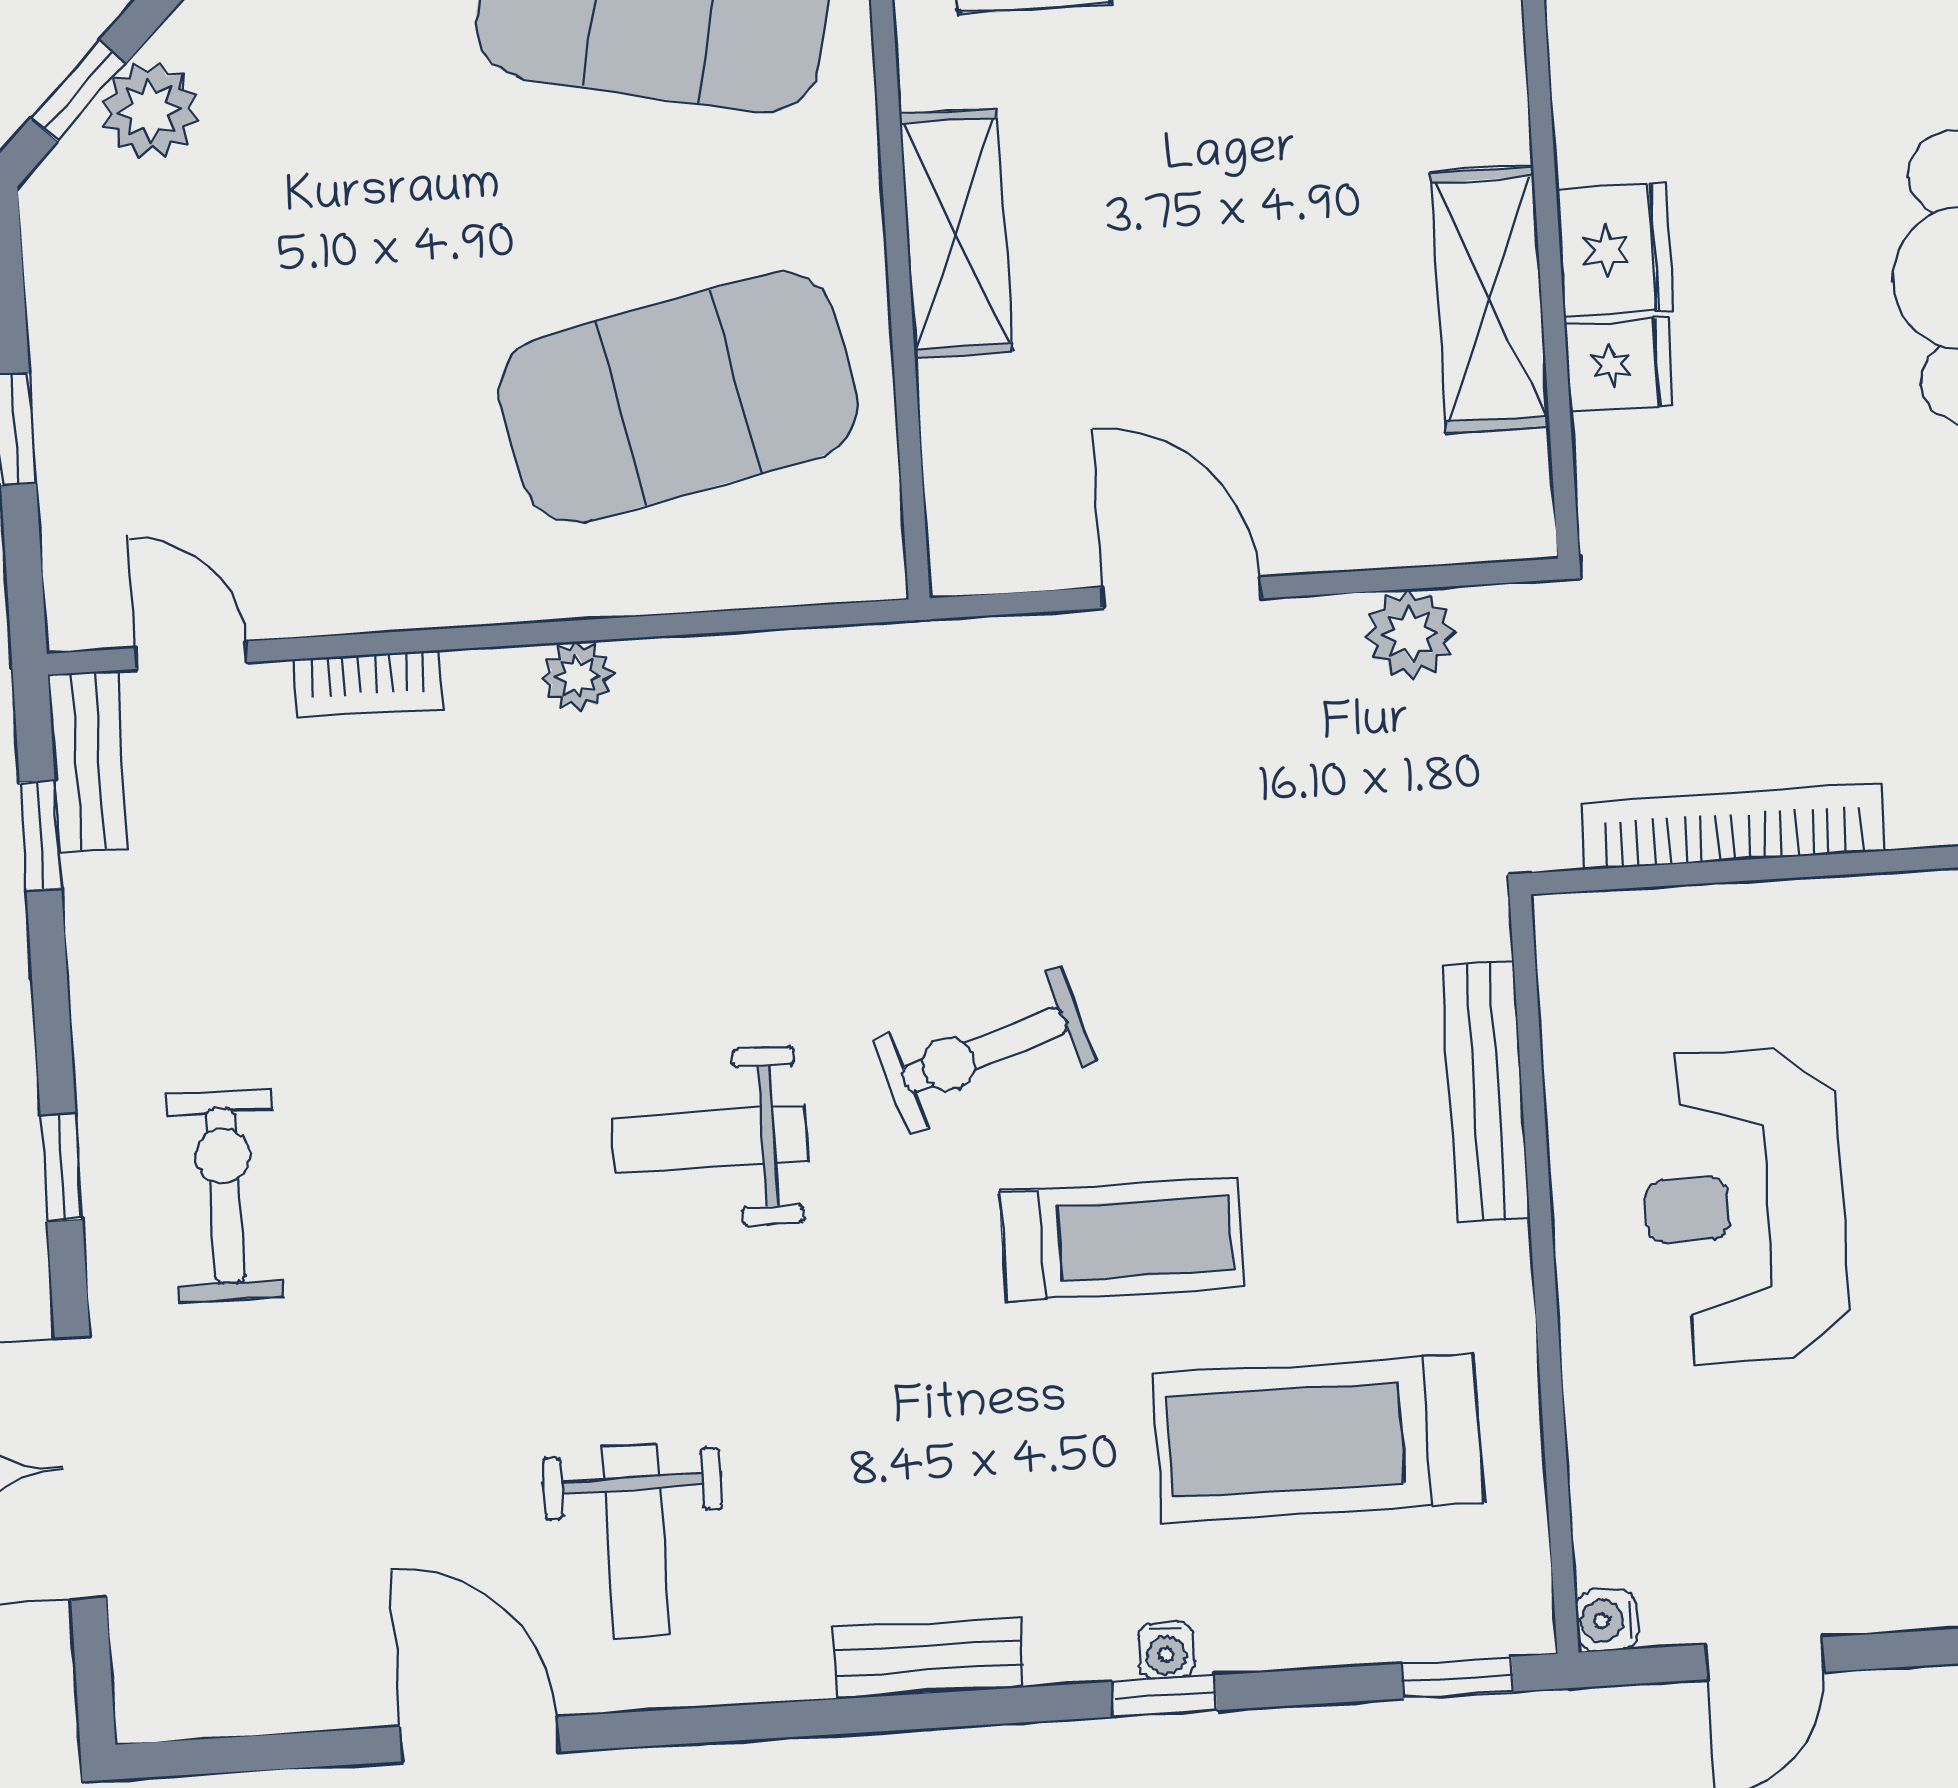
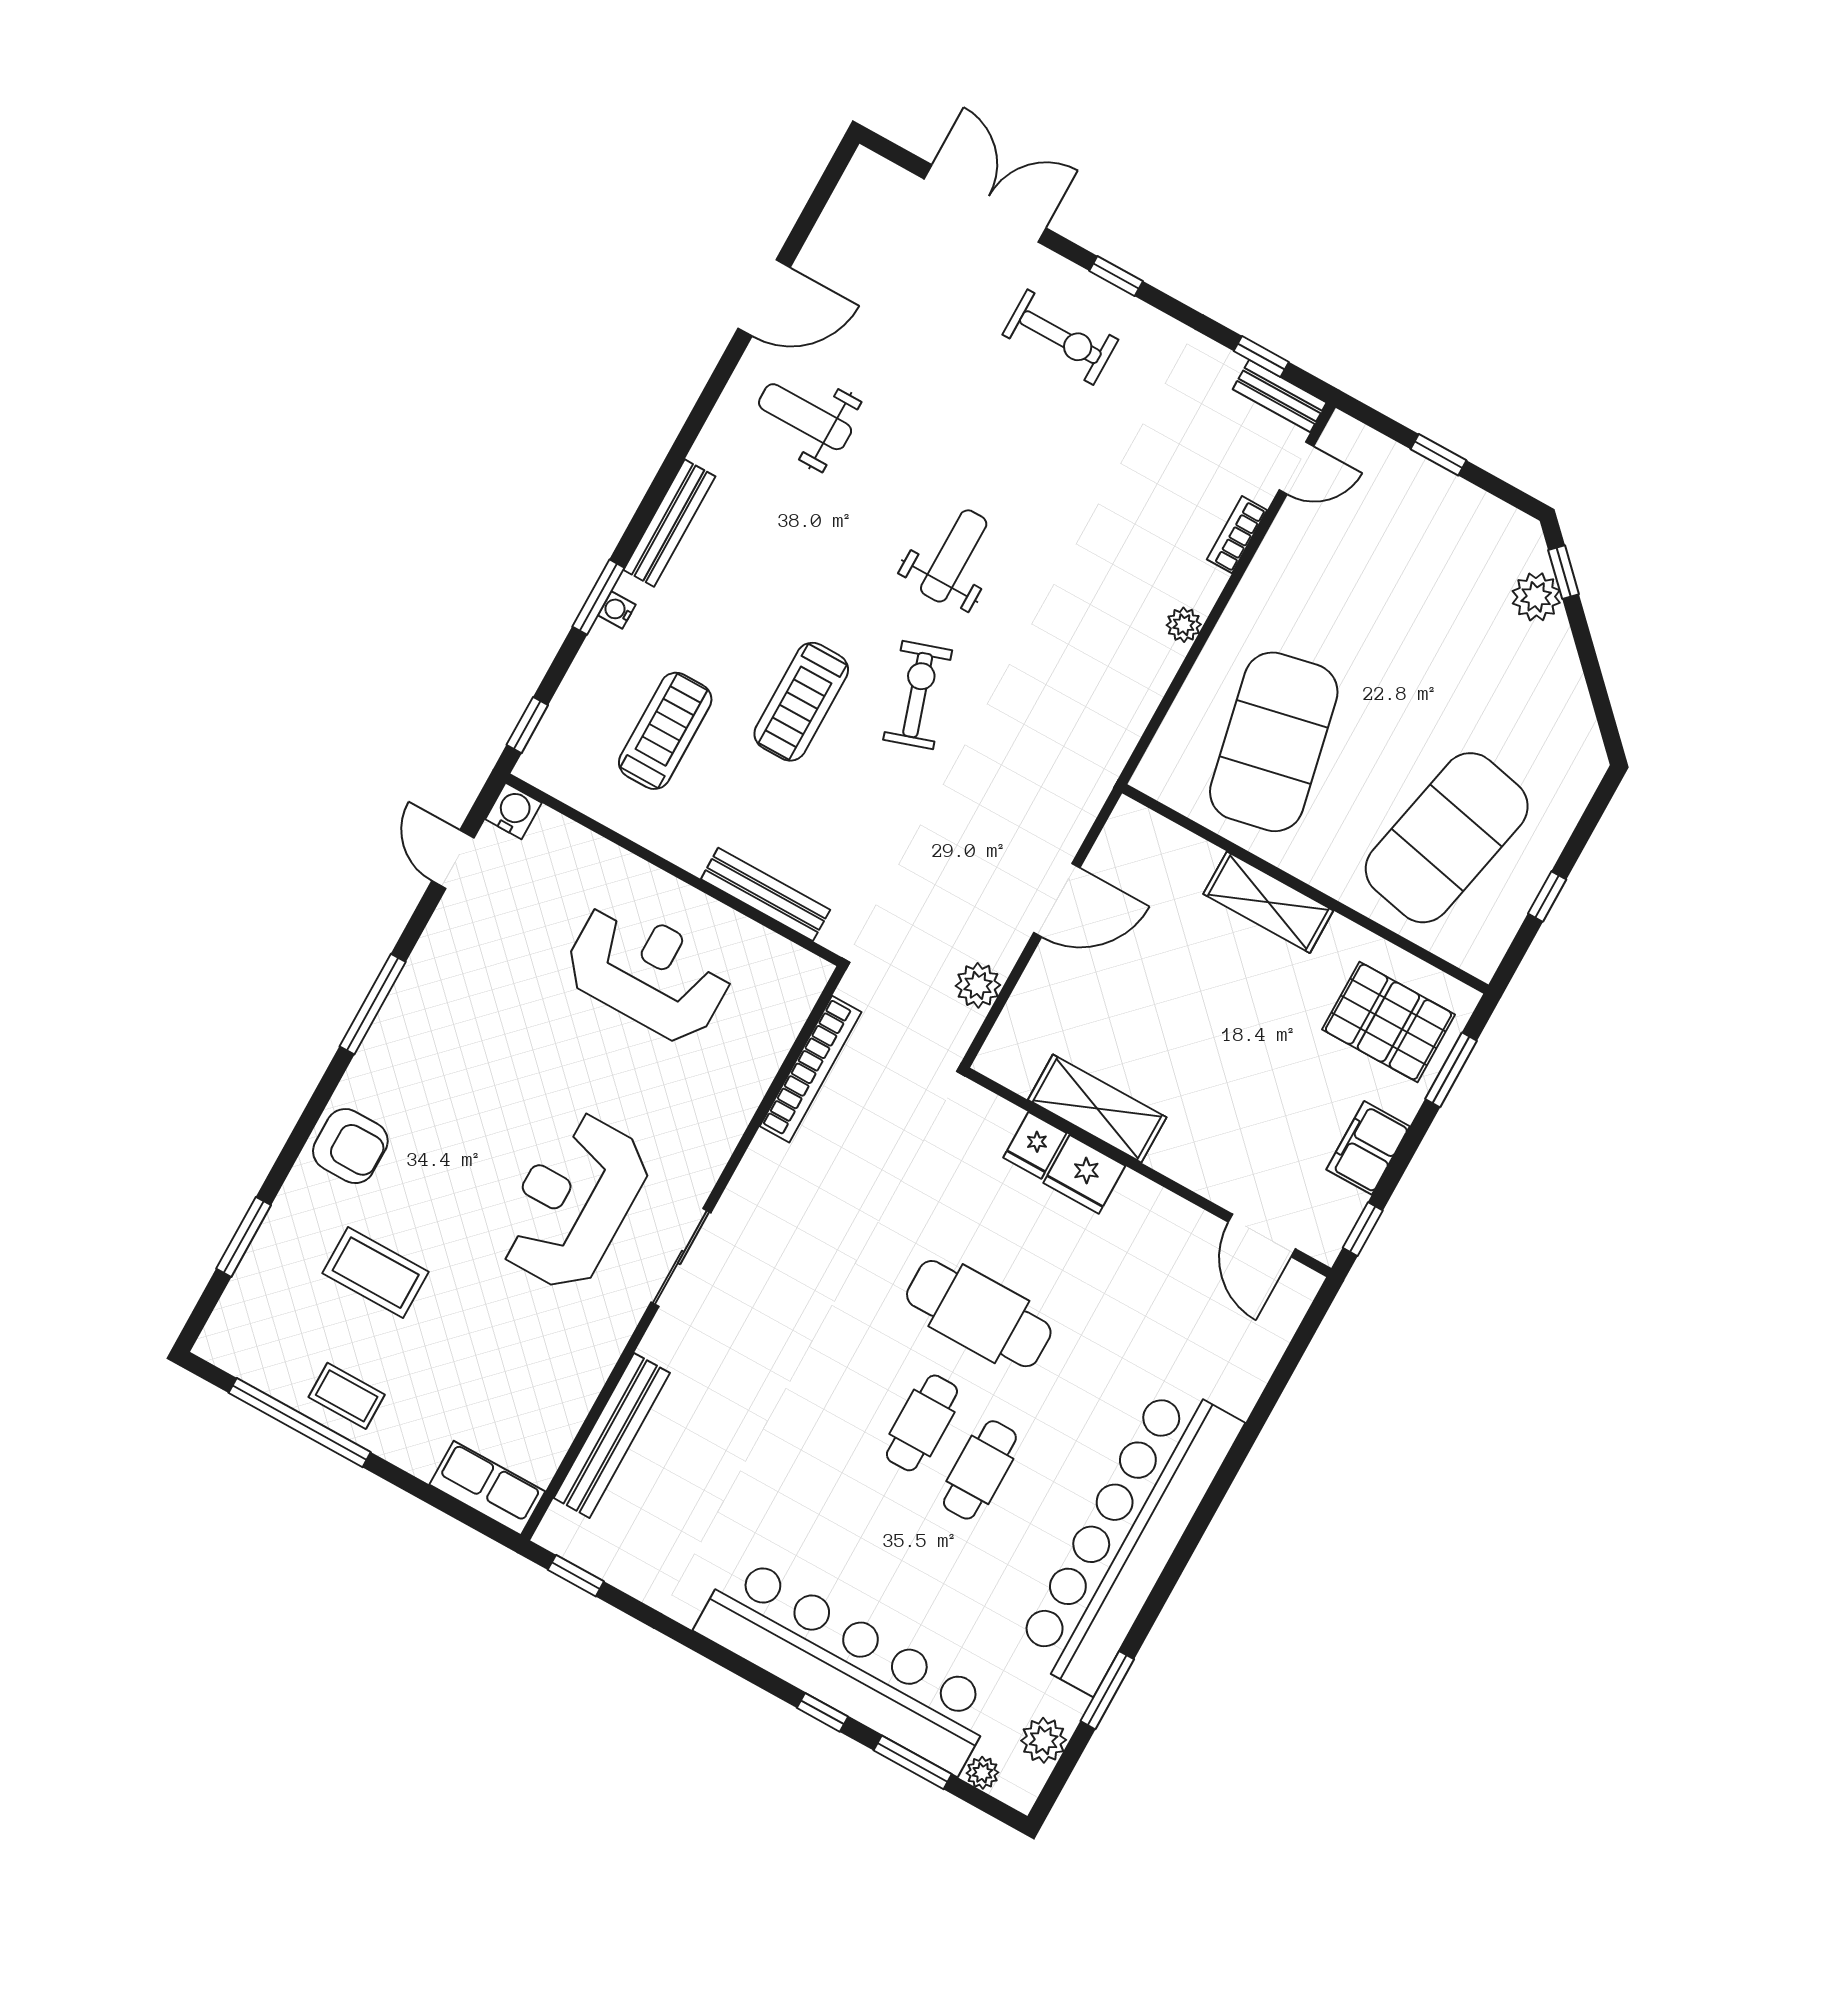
treadmill: (1318, 1438) -> (665, 731), width x0.73, depth x0.73
water cooler: (1607, 1620) -> (514, 811), width x1.38, depth x1.38
bench: (929, 1658) -> (669, 523), width x1.36
window: (1164, 1696) -> (598, 597), width x1.50

